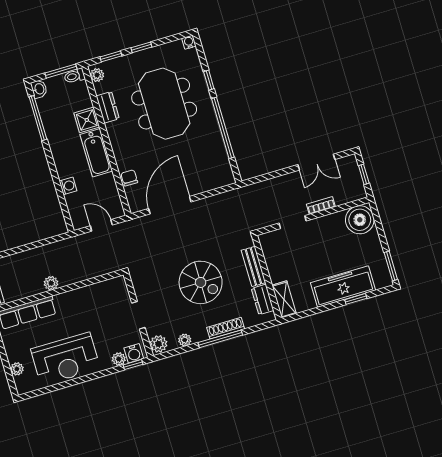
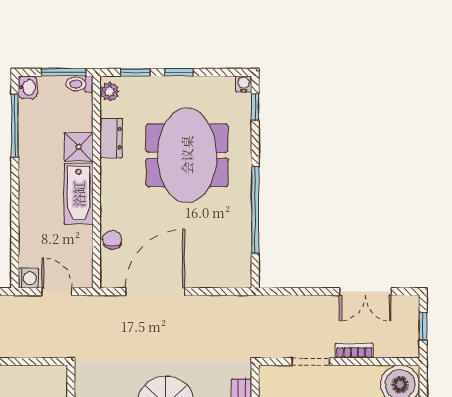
window: (209, 80) -> (255, 107), moved
washing machine: (68, 186) -> (28, 278), moved

